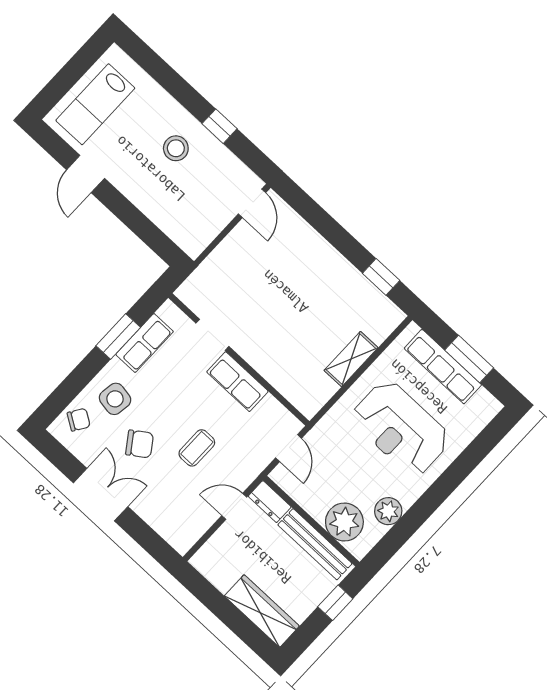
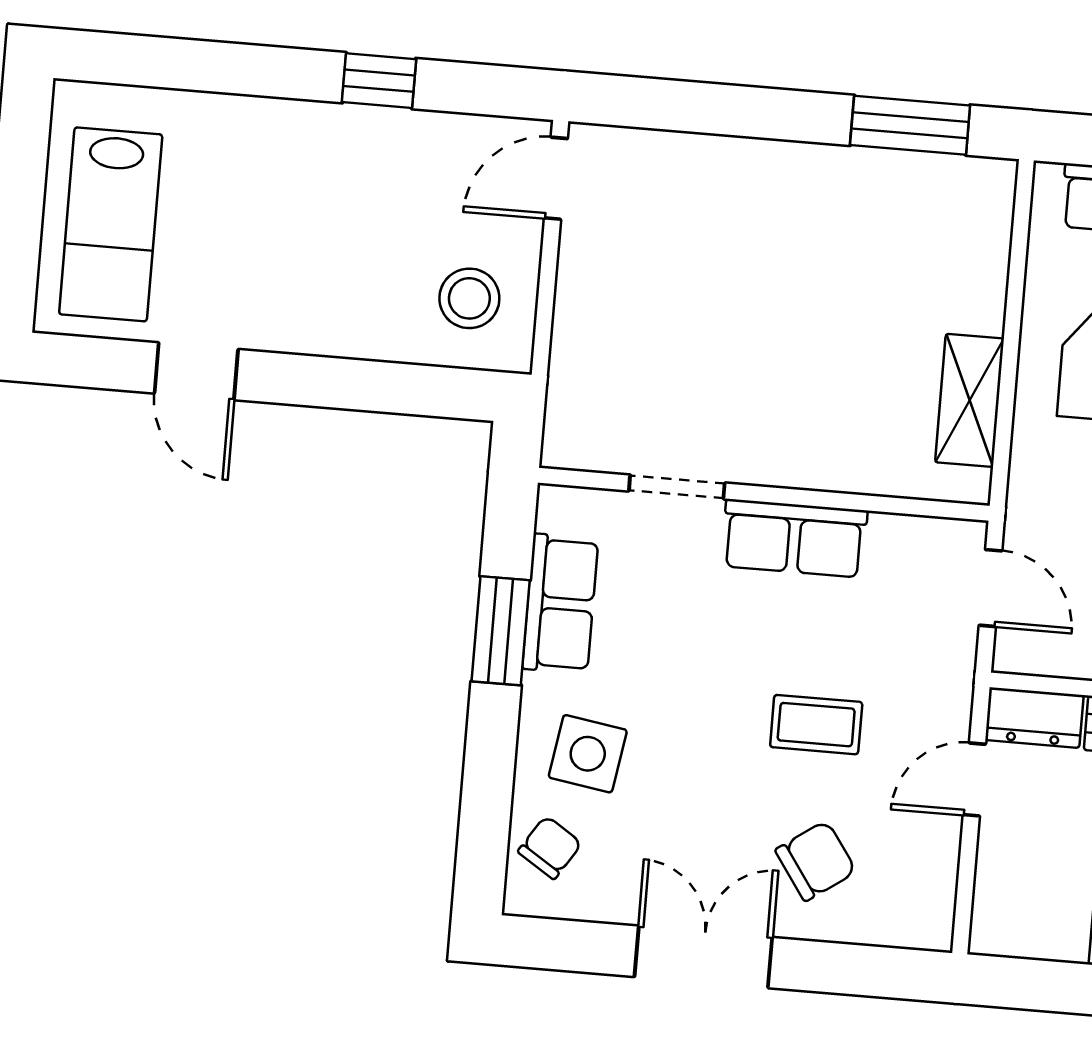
stool: (176, 148) -> (469, 298), moved
door: (252, 203) -> (556, 178), swing flipped
window: (381, 277) -> (910, 125), width x1.50
shelving: (351, 359) -> (970, 400), moved
chair: (140, 444) -> (816, 861), moved
coffee table: (197, 448) -> (816, 725), turned 90

